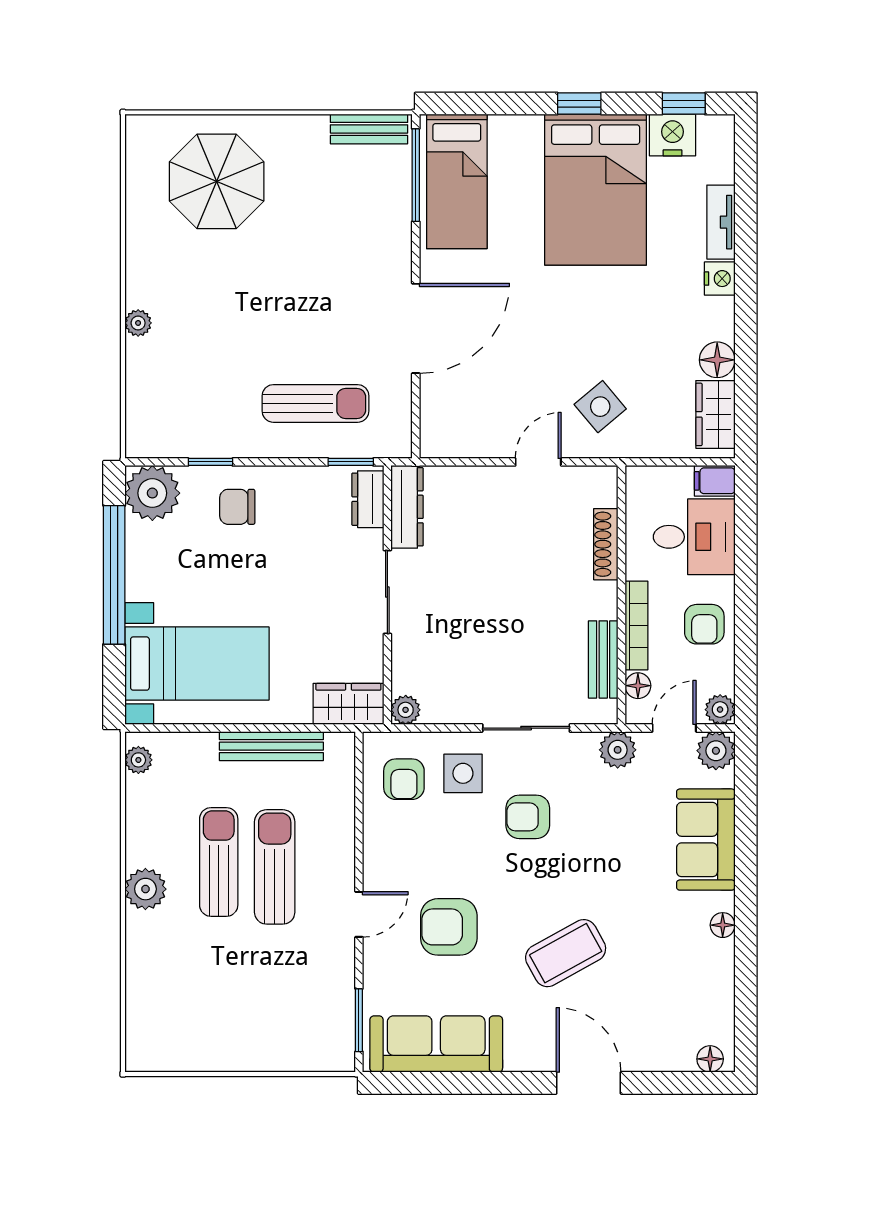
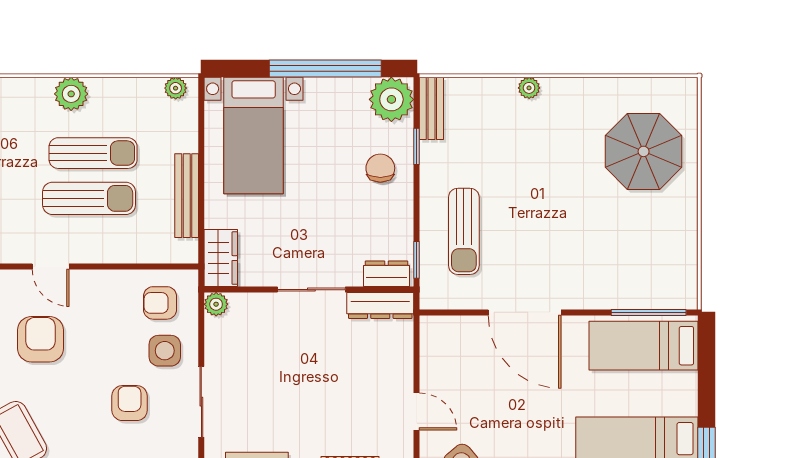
bench: (369, 129) -> (431, 108), moved

